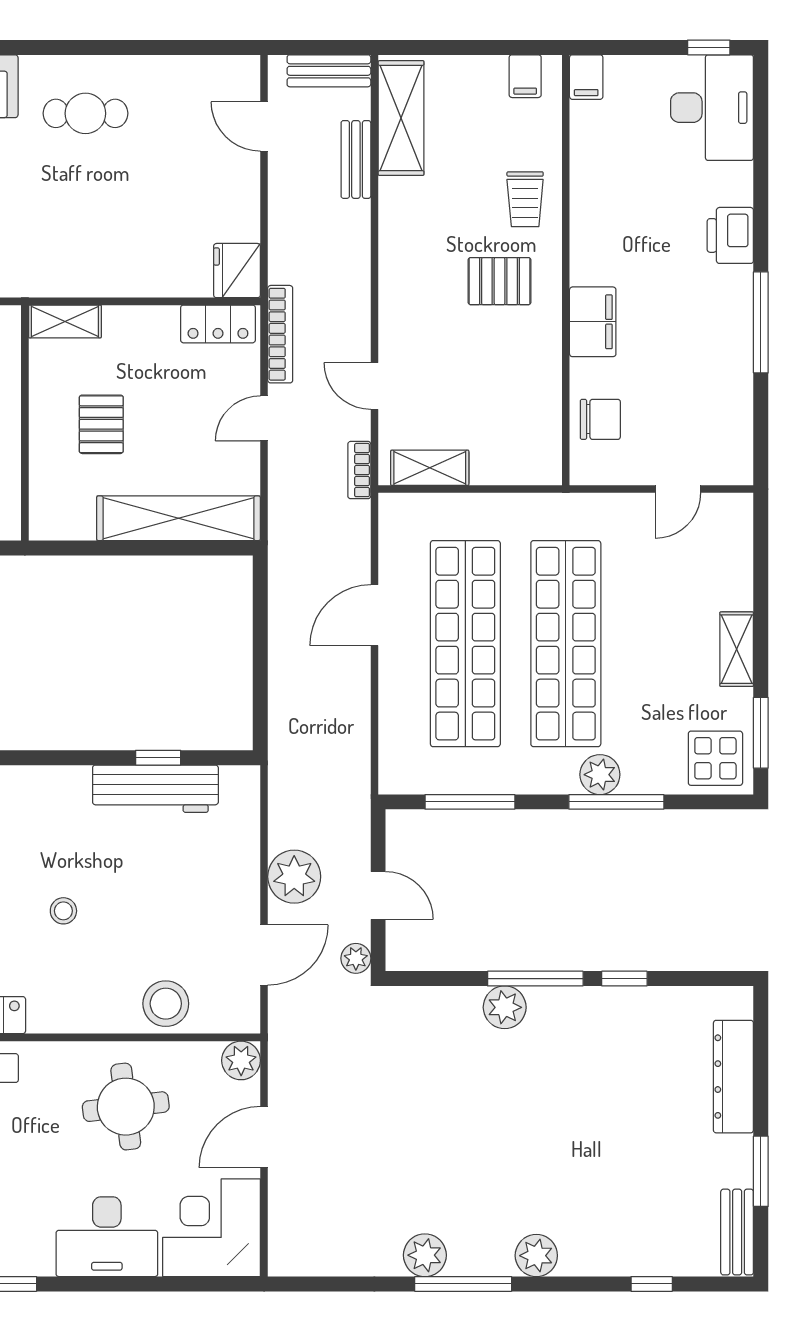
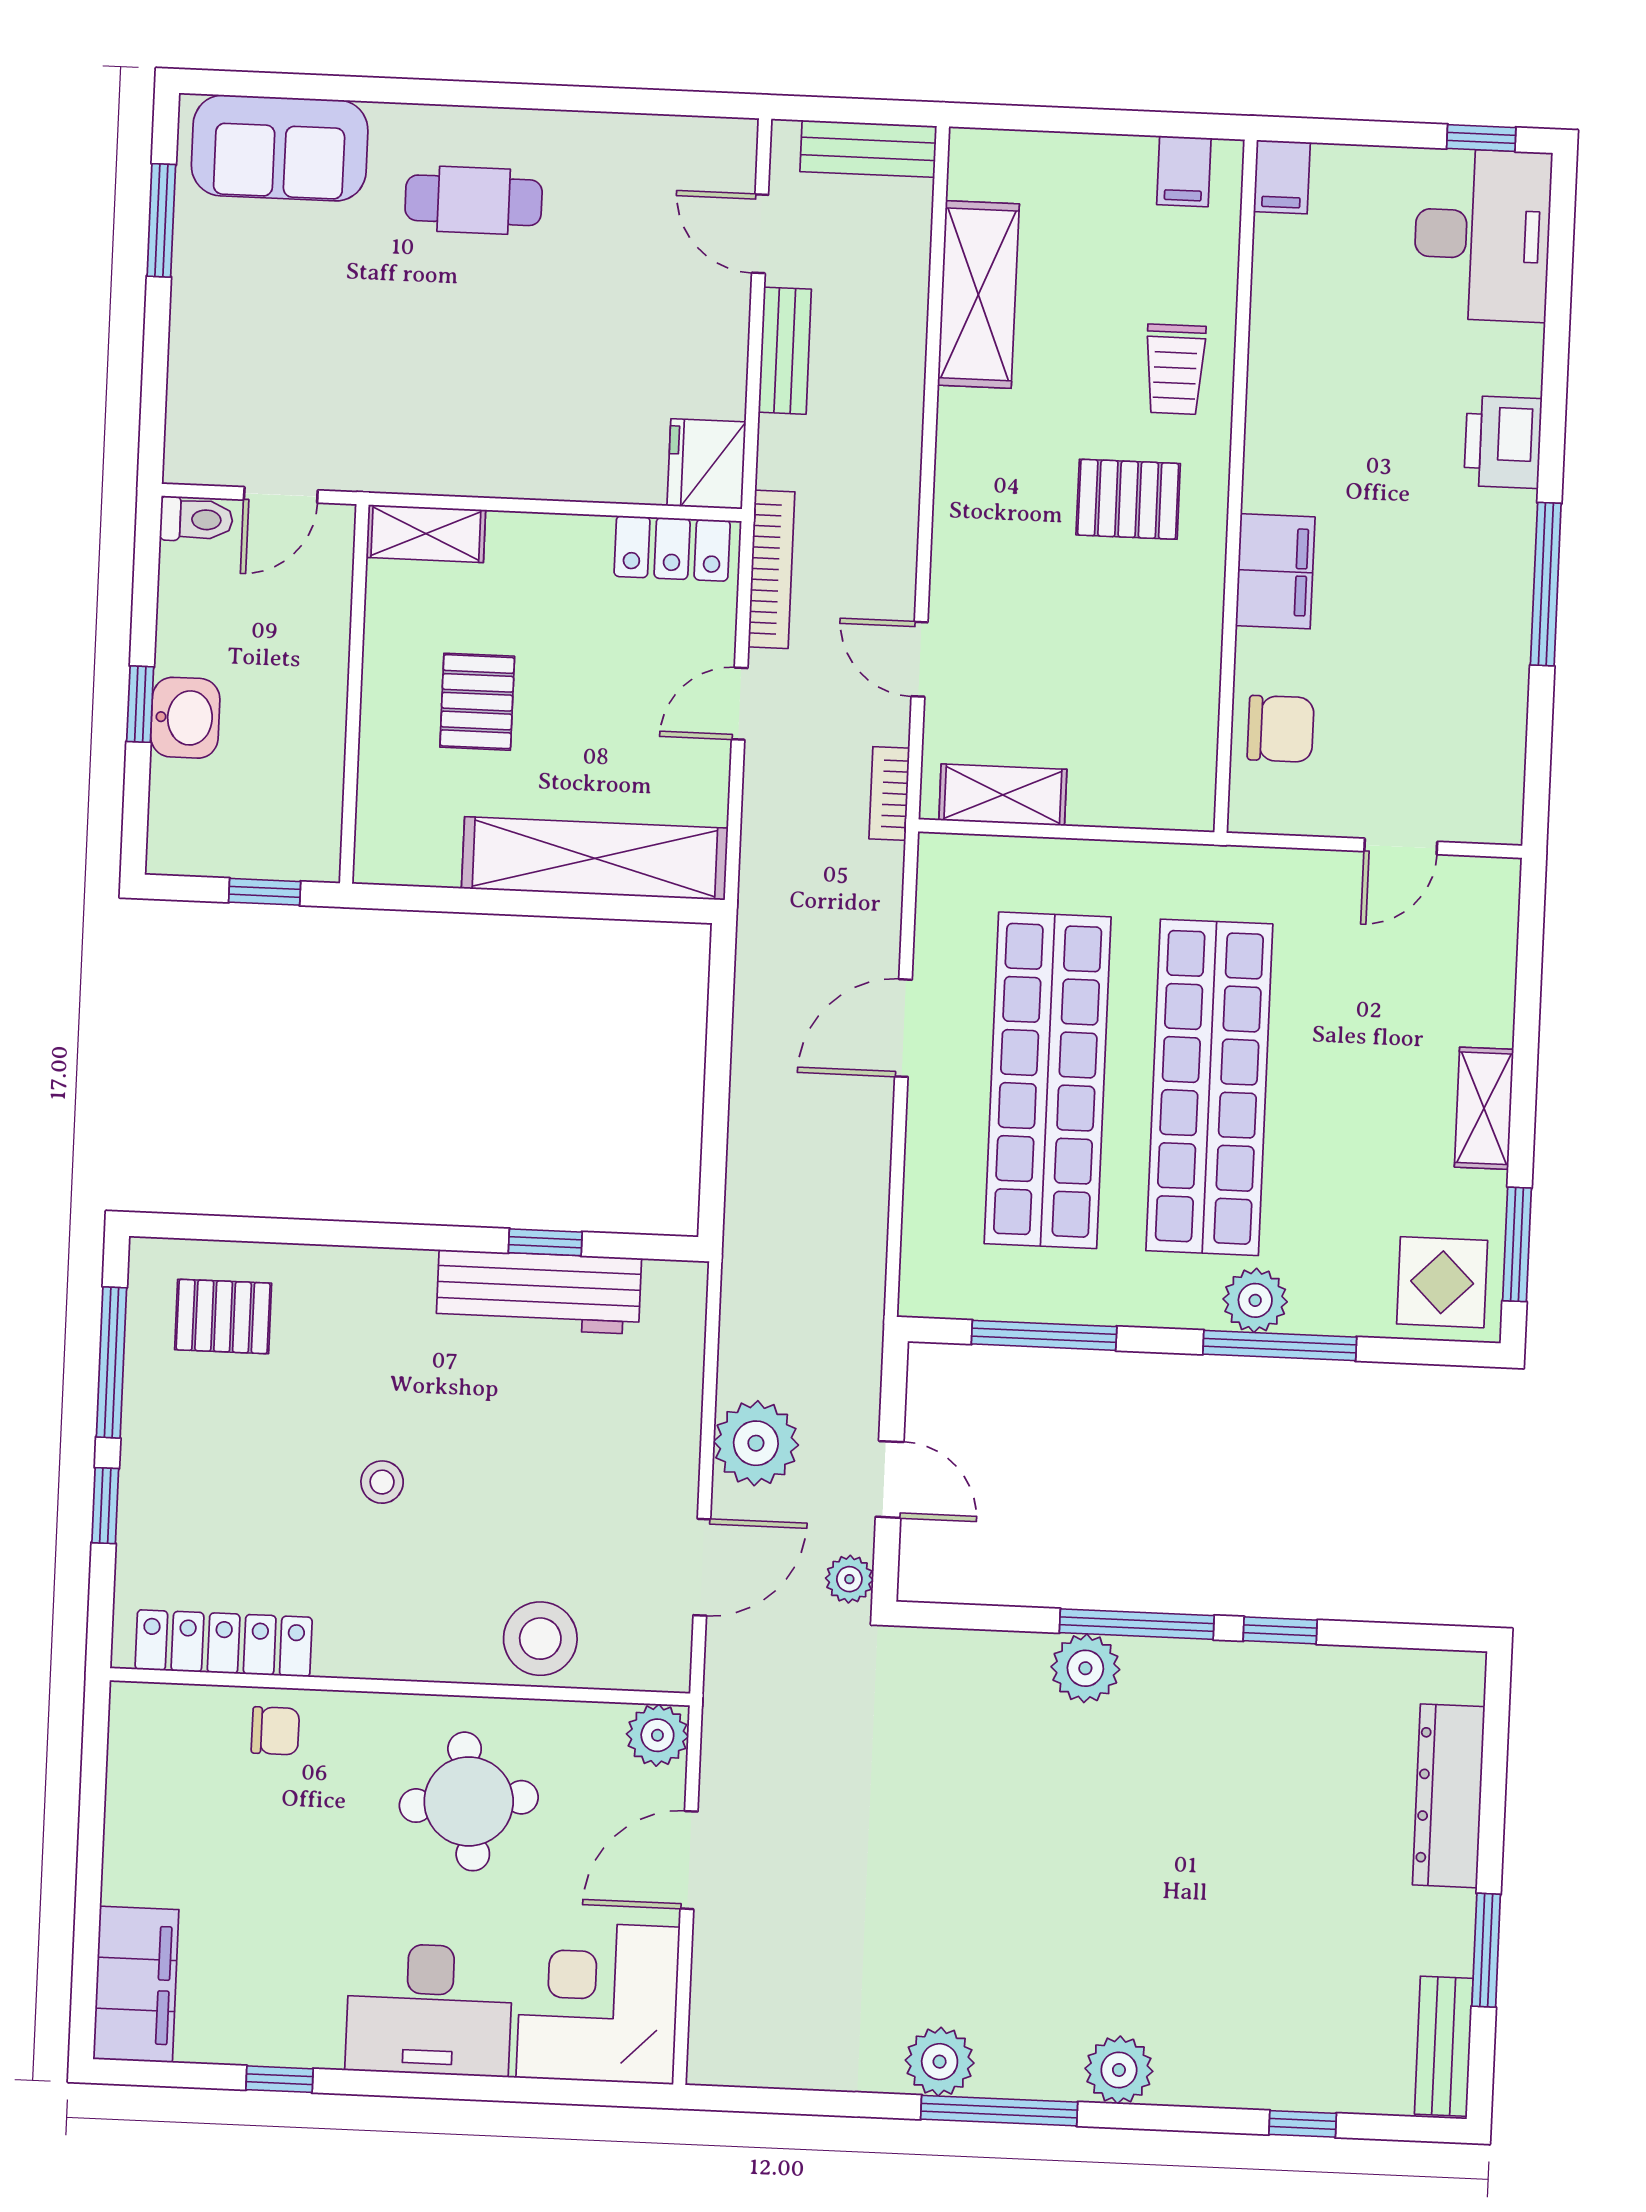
shelving: (401, 118) -> (978, 294), moved
bench: (356, 159) -> (785, 351), moved

